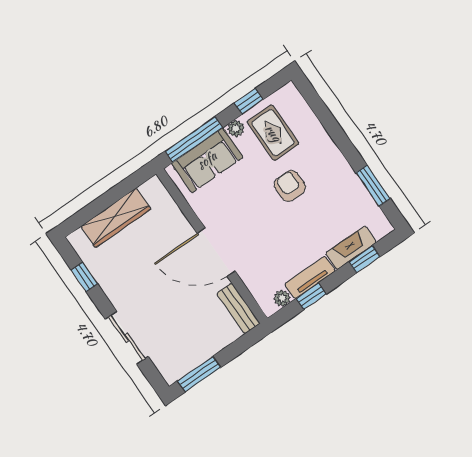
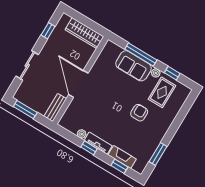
wall: (212, 246) -> (80, 80), moved
door: (216, 252) -> (78, 84), moved
bench: (238, 308) -> (55, 108), moved

